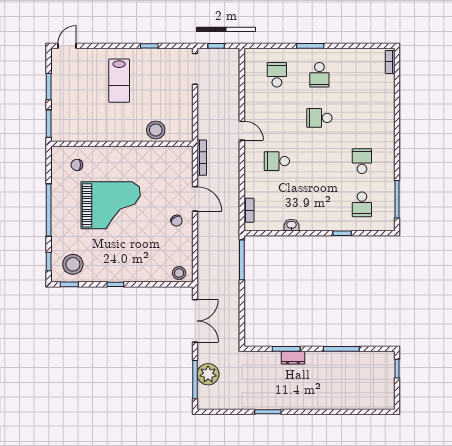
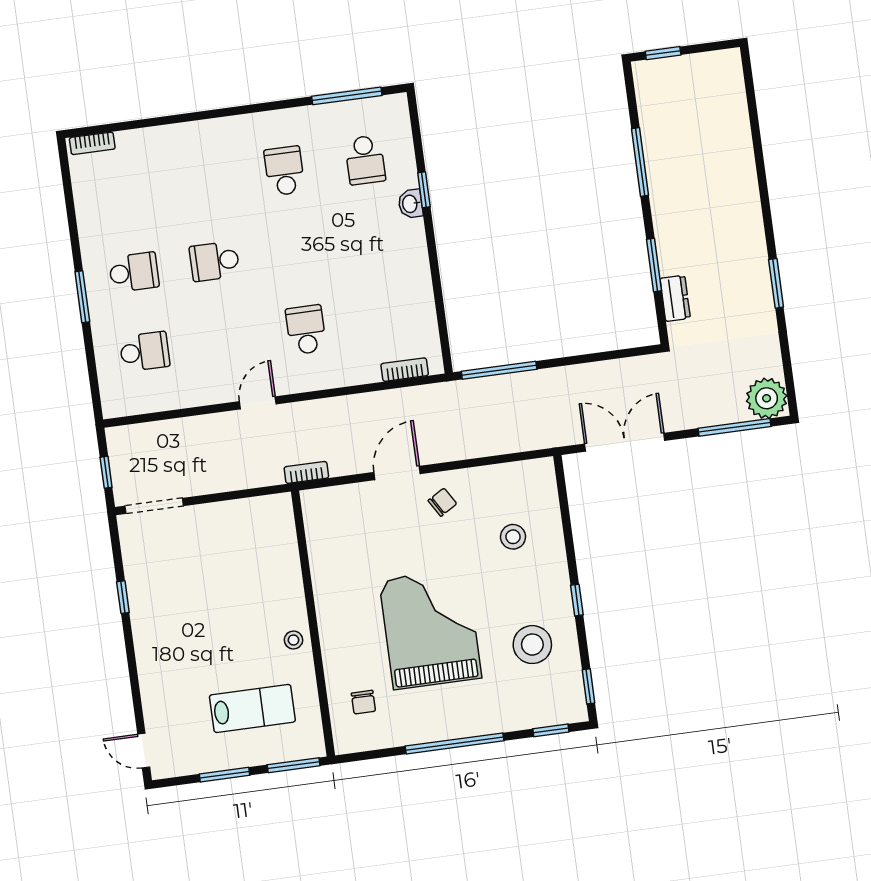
school desk: (277, 75) -> (145, 352), turned 180
lab bench: (119, 81) -> (252, 708), moved
school desk: (319, 118) -> (215, 261), turned 90
stool: (156, 130) -> (293, 640), moved, width x0.53, depth x0.53
bookcase: (202, 158) -> (306, 472), width x0.64
school desk: (277, 161) -> (306, 330), turned 180
school desk: (362, 161) -> (284, 171), turned 90
school desk: (362, 204) -> (365, 160), turned 90
washbasin: (291, 225) -> (410, 204), moved
stool: (73, 264) -> (532, 645), moved
stool: (179, 273) -> (513, 537), moved
dresser: (293, 358) -> (675, 298), moved
plant: (208, 374) -> (767, 398), moved

